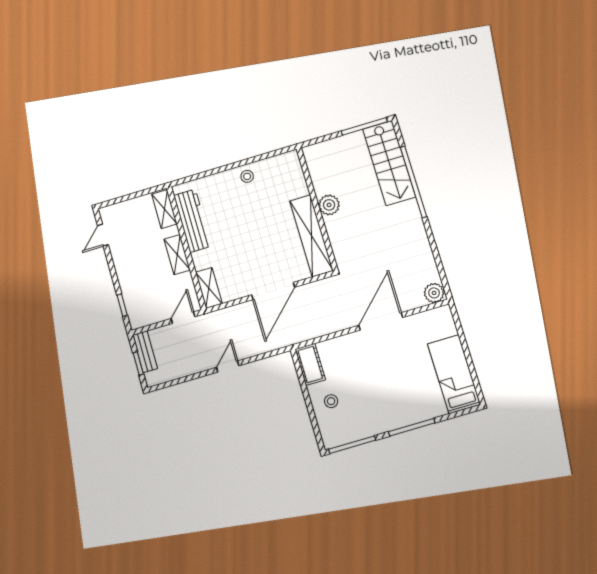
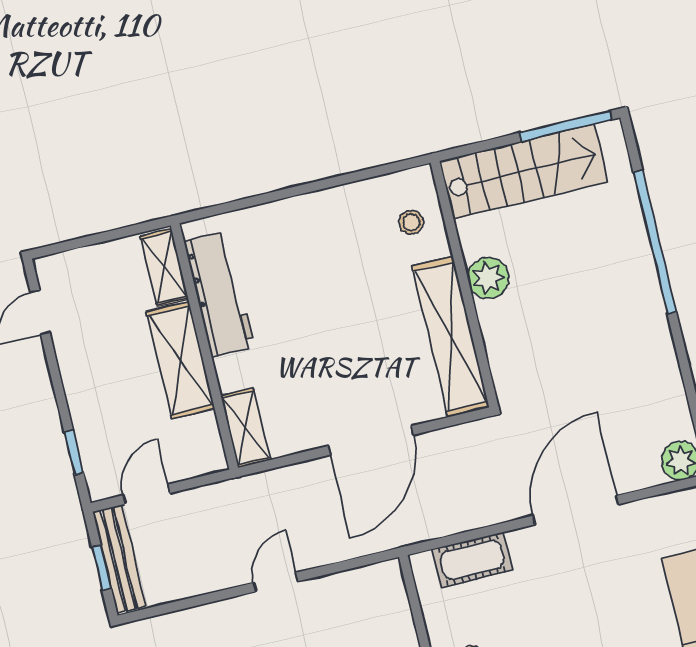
stairs: (389, 163) -> (524, 171), moved, turned -90
stool: (247, 176) -> (411, 222), moved
shelving: (177, 255) -> (181, 360), width x1.50, depth x1.33
door: (183, 318) -> (146, 494), moved
bench: (145, 352) -> (119, 559), width x1.36
cot: (310, 364) -> (472, 560), moved, turned 90

